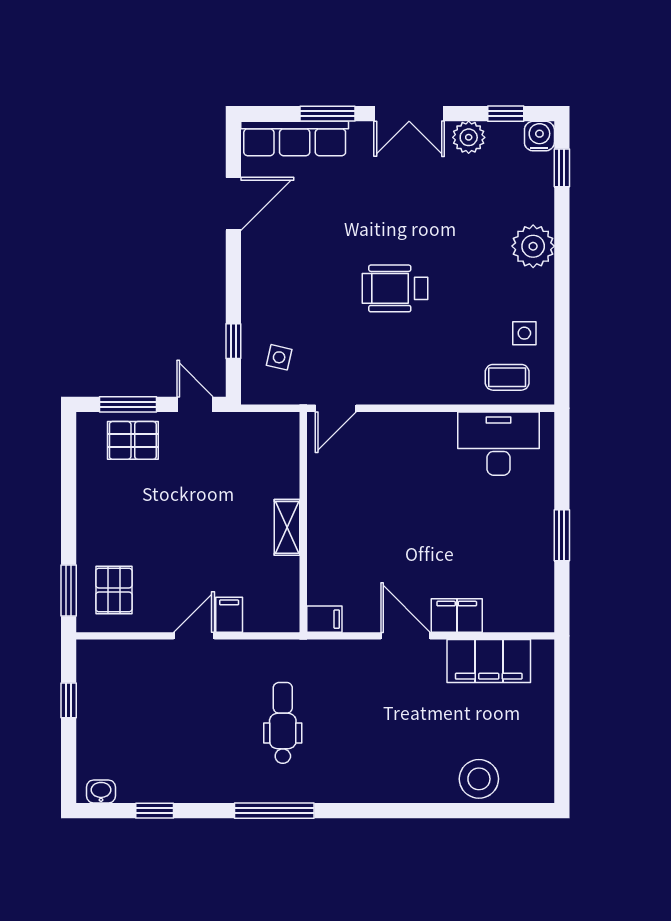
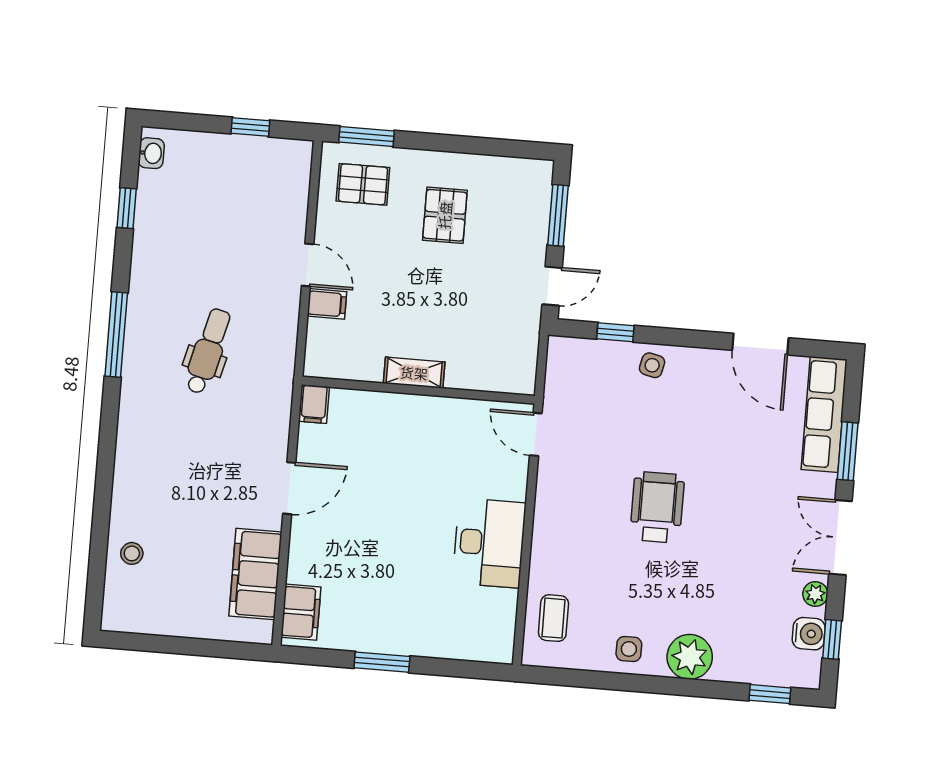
water cooler: (539, 136) -> (809, 634), moved
plant: (469, 137) -> (815, 594), width x0.73, depth x0.73
side table: (524, 333) -> (629, 649), moved
side table: (279, 357) -> (652, 365), moved
pallet: (133, 440) -> (445, 215), moved
desk: (499, 444) -> (489, 543), moved
filing cabinet: (457, 615) -> (301, 612), moved
dental chair: (283, 723) -> (208, 351), turned -76
stool: (479, 779) -> (132, 553), width x0.53, depth x0.53

